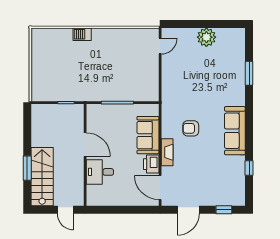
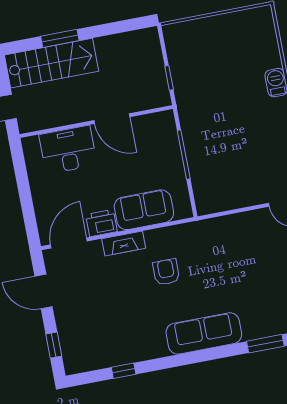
sofa: (235, 131) -> (204, 333), moved
door: (85, 145) -> (112, 119), hinge flipped
desk: (100, 172) -> (68, 150), width x1.37

